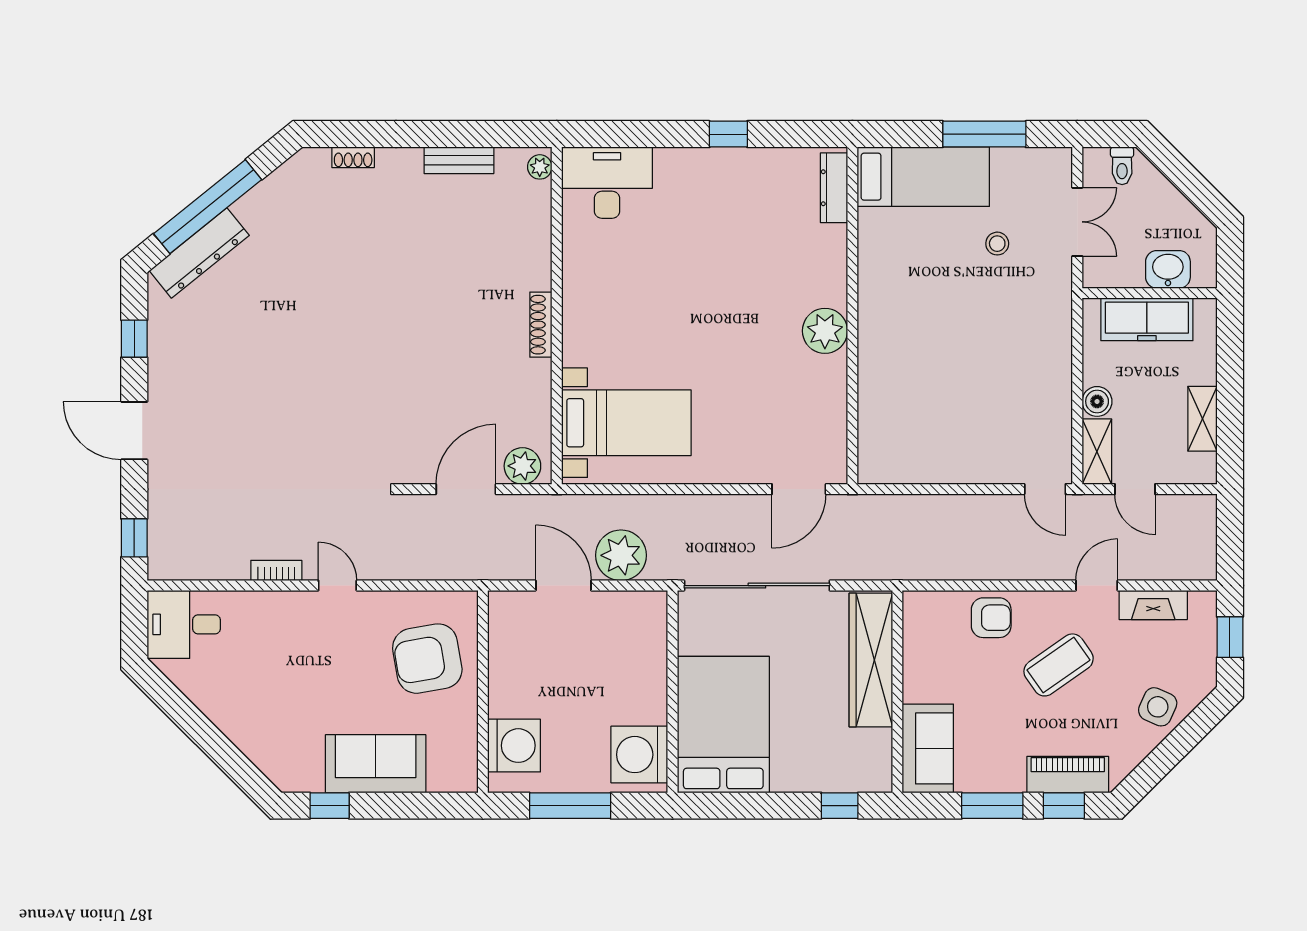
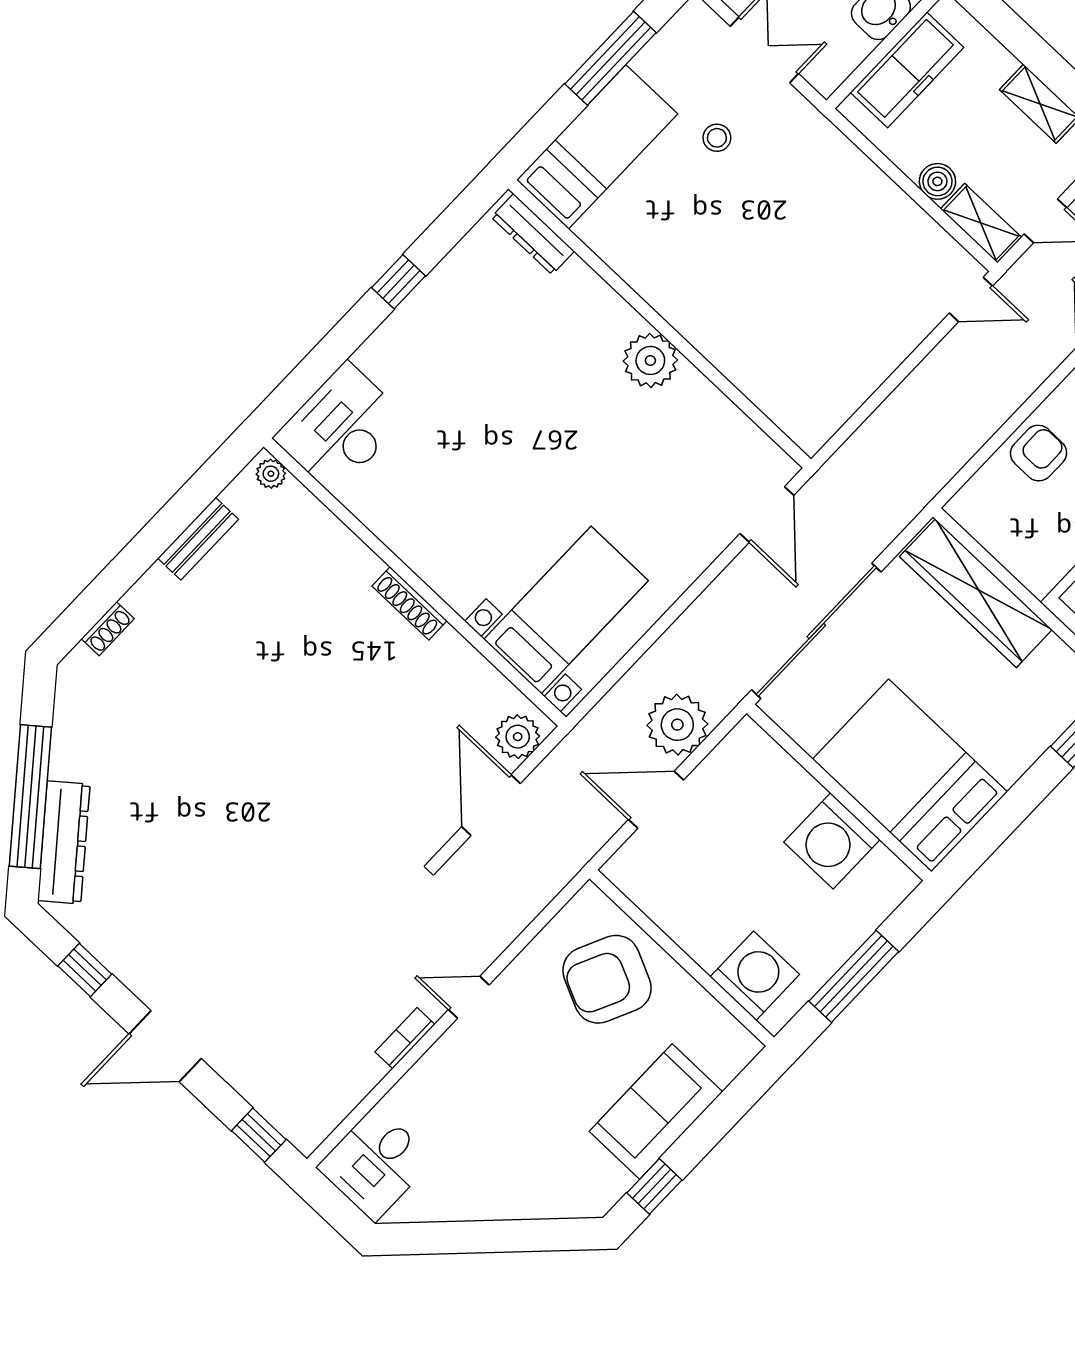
armchair: (427, 659) -> (607, 979), turned 35
washing machine: (639, 755) -> (832, 841), moved

